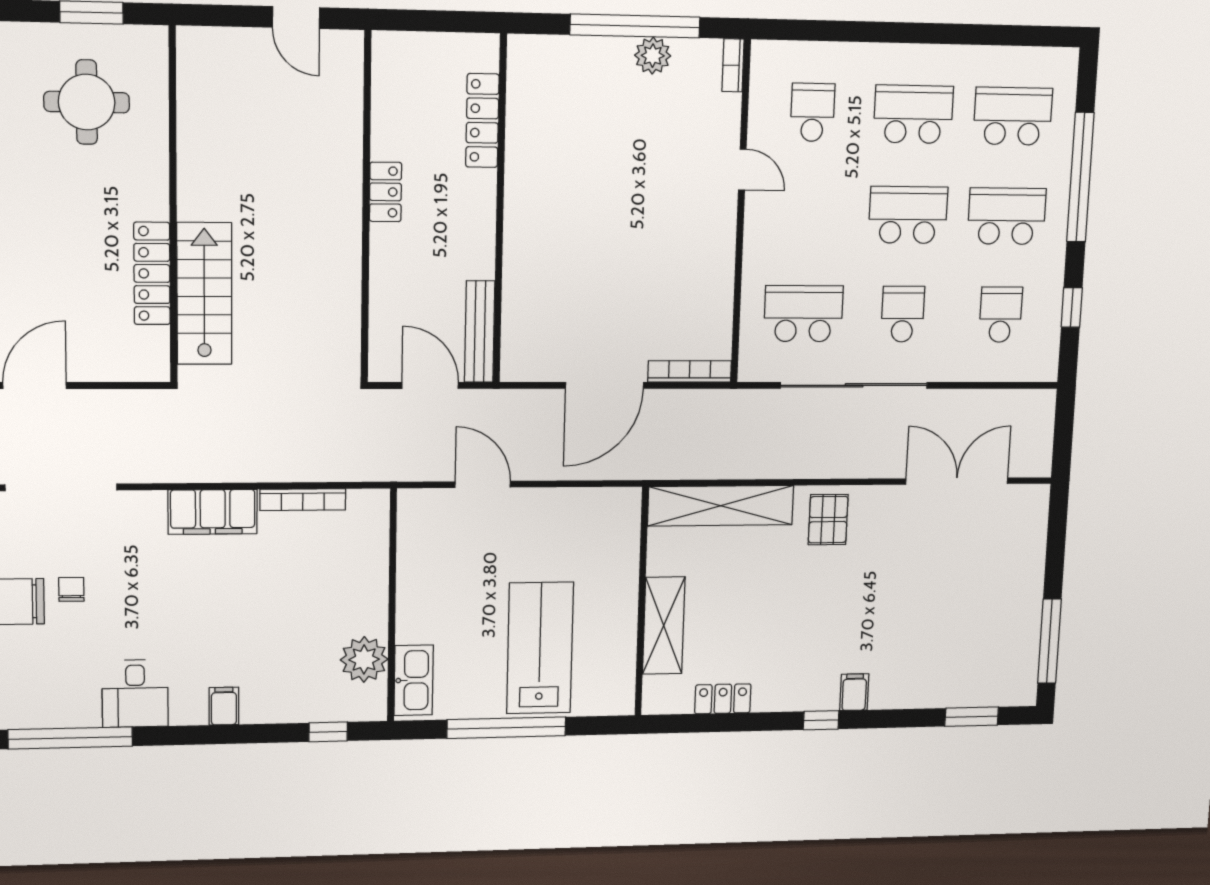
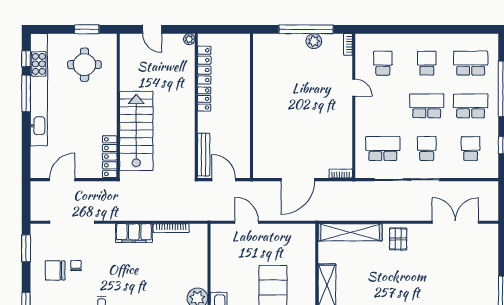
door: (296, 18) -> (152, 29), moved
plant: (350, 44) -> (189, 39), added
school desk: (913, 114) -> (427, 63), width x0.54
locker: (482, 121) -> (204, 65), moved, turned 180
locker: (152, 273) -> (110, 157), moved
stairs: (204, 294) -> (136, 131), width x1.36, depth x1.51
bench: (480, 332) -> (204, 154), moved
bookcase: (690, 371) -> (341, 174), width x0.64

